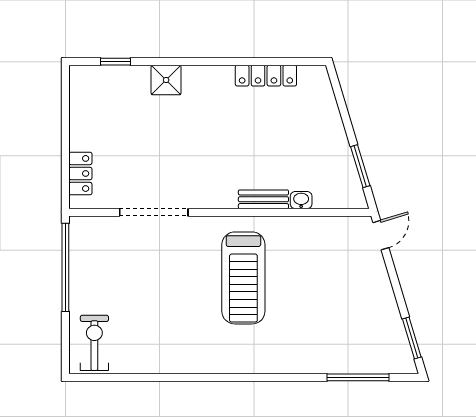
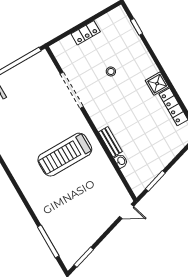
shower: (166, 80) -> (157, 84), moved
stool: (160, 138) -> (111, 71), added
locker: (80, 173) -> (86, 33), moved

